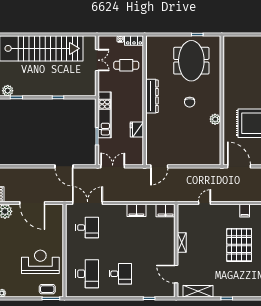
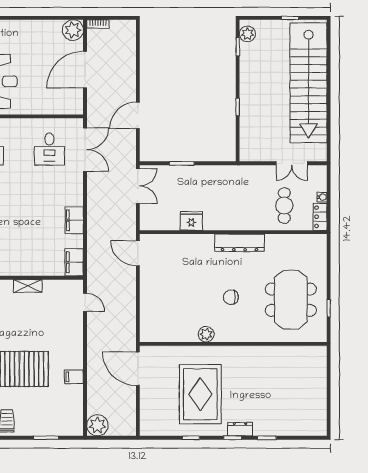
meeting table: (191, 61) -> (291, 300), turned 90
kitchen unit: (105, 115) -> (213, 174), removed
door: (239, 166) -> (138, 369), swing flipped
door: (205, 203) -> (85, 302), moved

